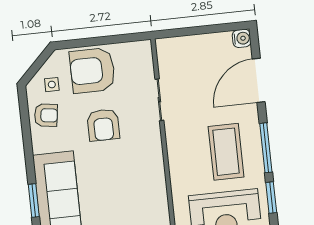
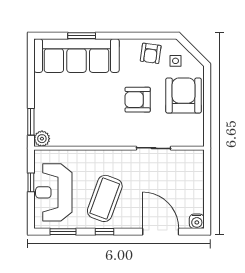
window: (266, 148) -> (105, 232), width x0.46
coffee table: (226, 152) -> (105, 198), turned -70

